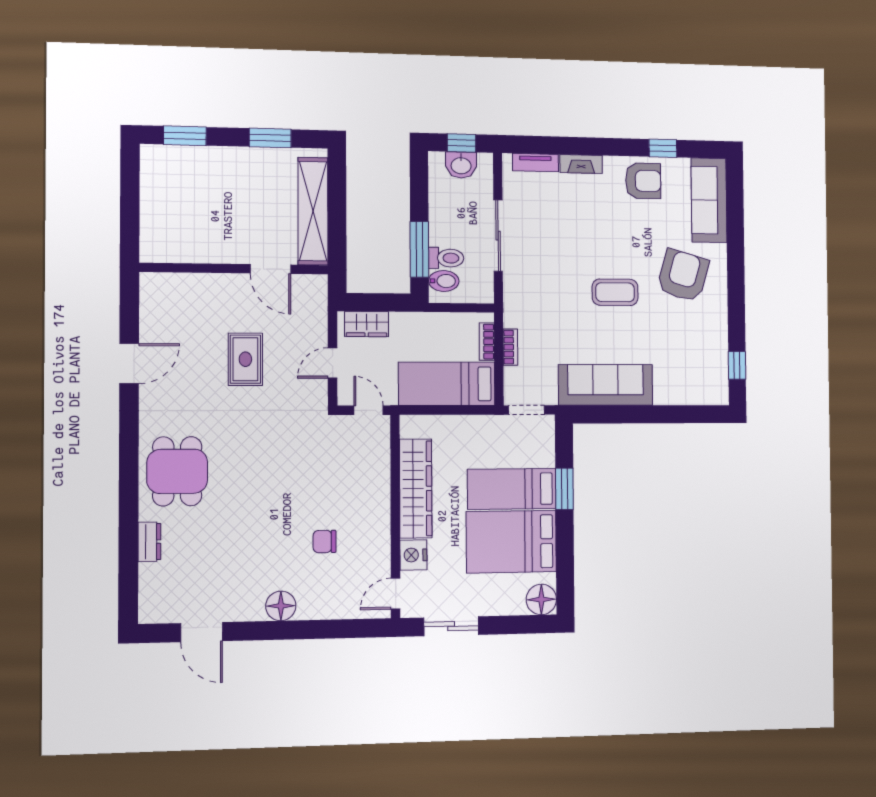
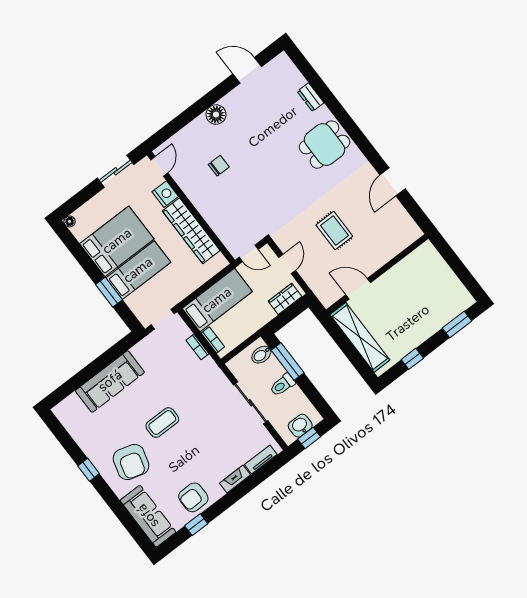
window: (270, 138) -> (412, 359), width x0.67
toilet: (446, 258) -> (282, 385), moved
window: (737, 365) -> (89, 470), moved
sofa: (606, 385) -> (110, 381), moved
dining table: (177, 471) -> (325, 145), turned 90
floor lamp: (541, 599) -> (70, 221), width x0.53, depth x0.53

